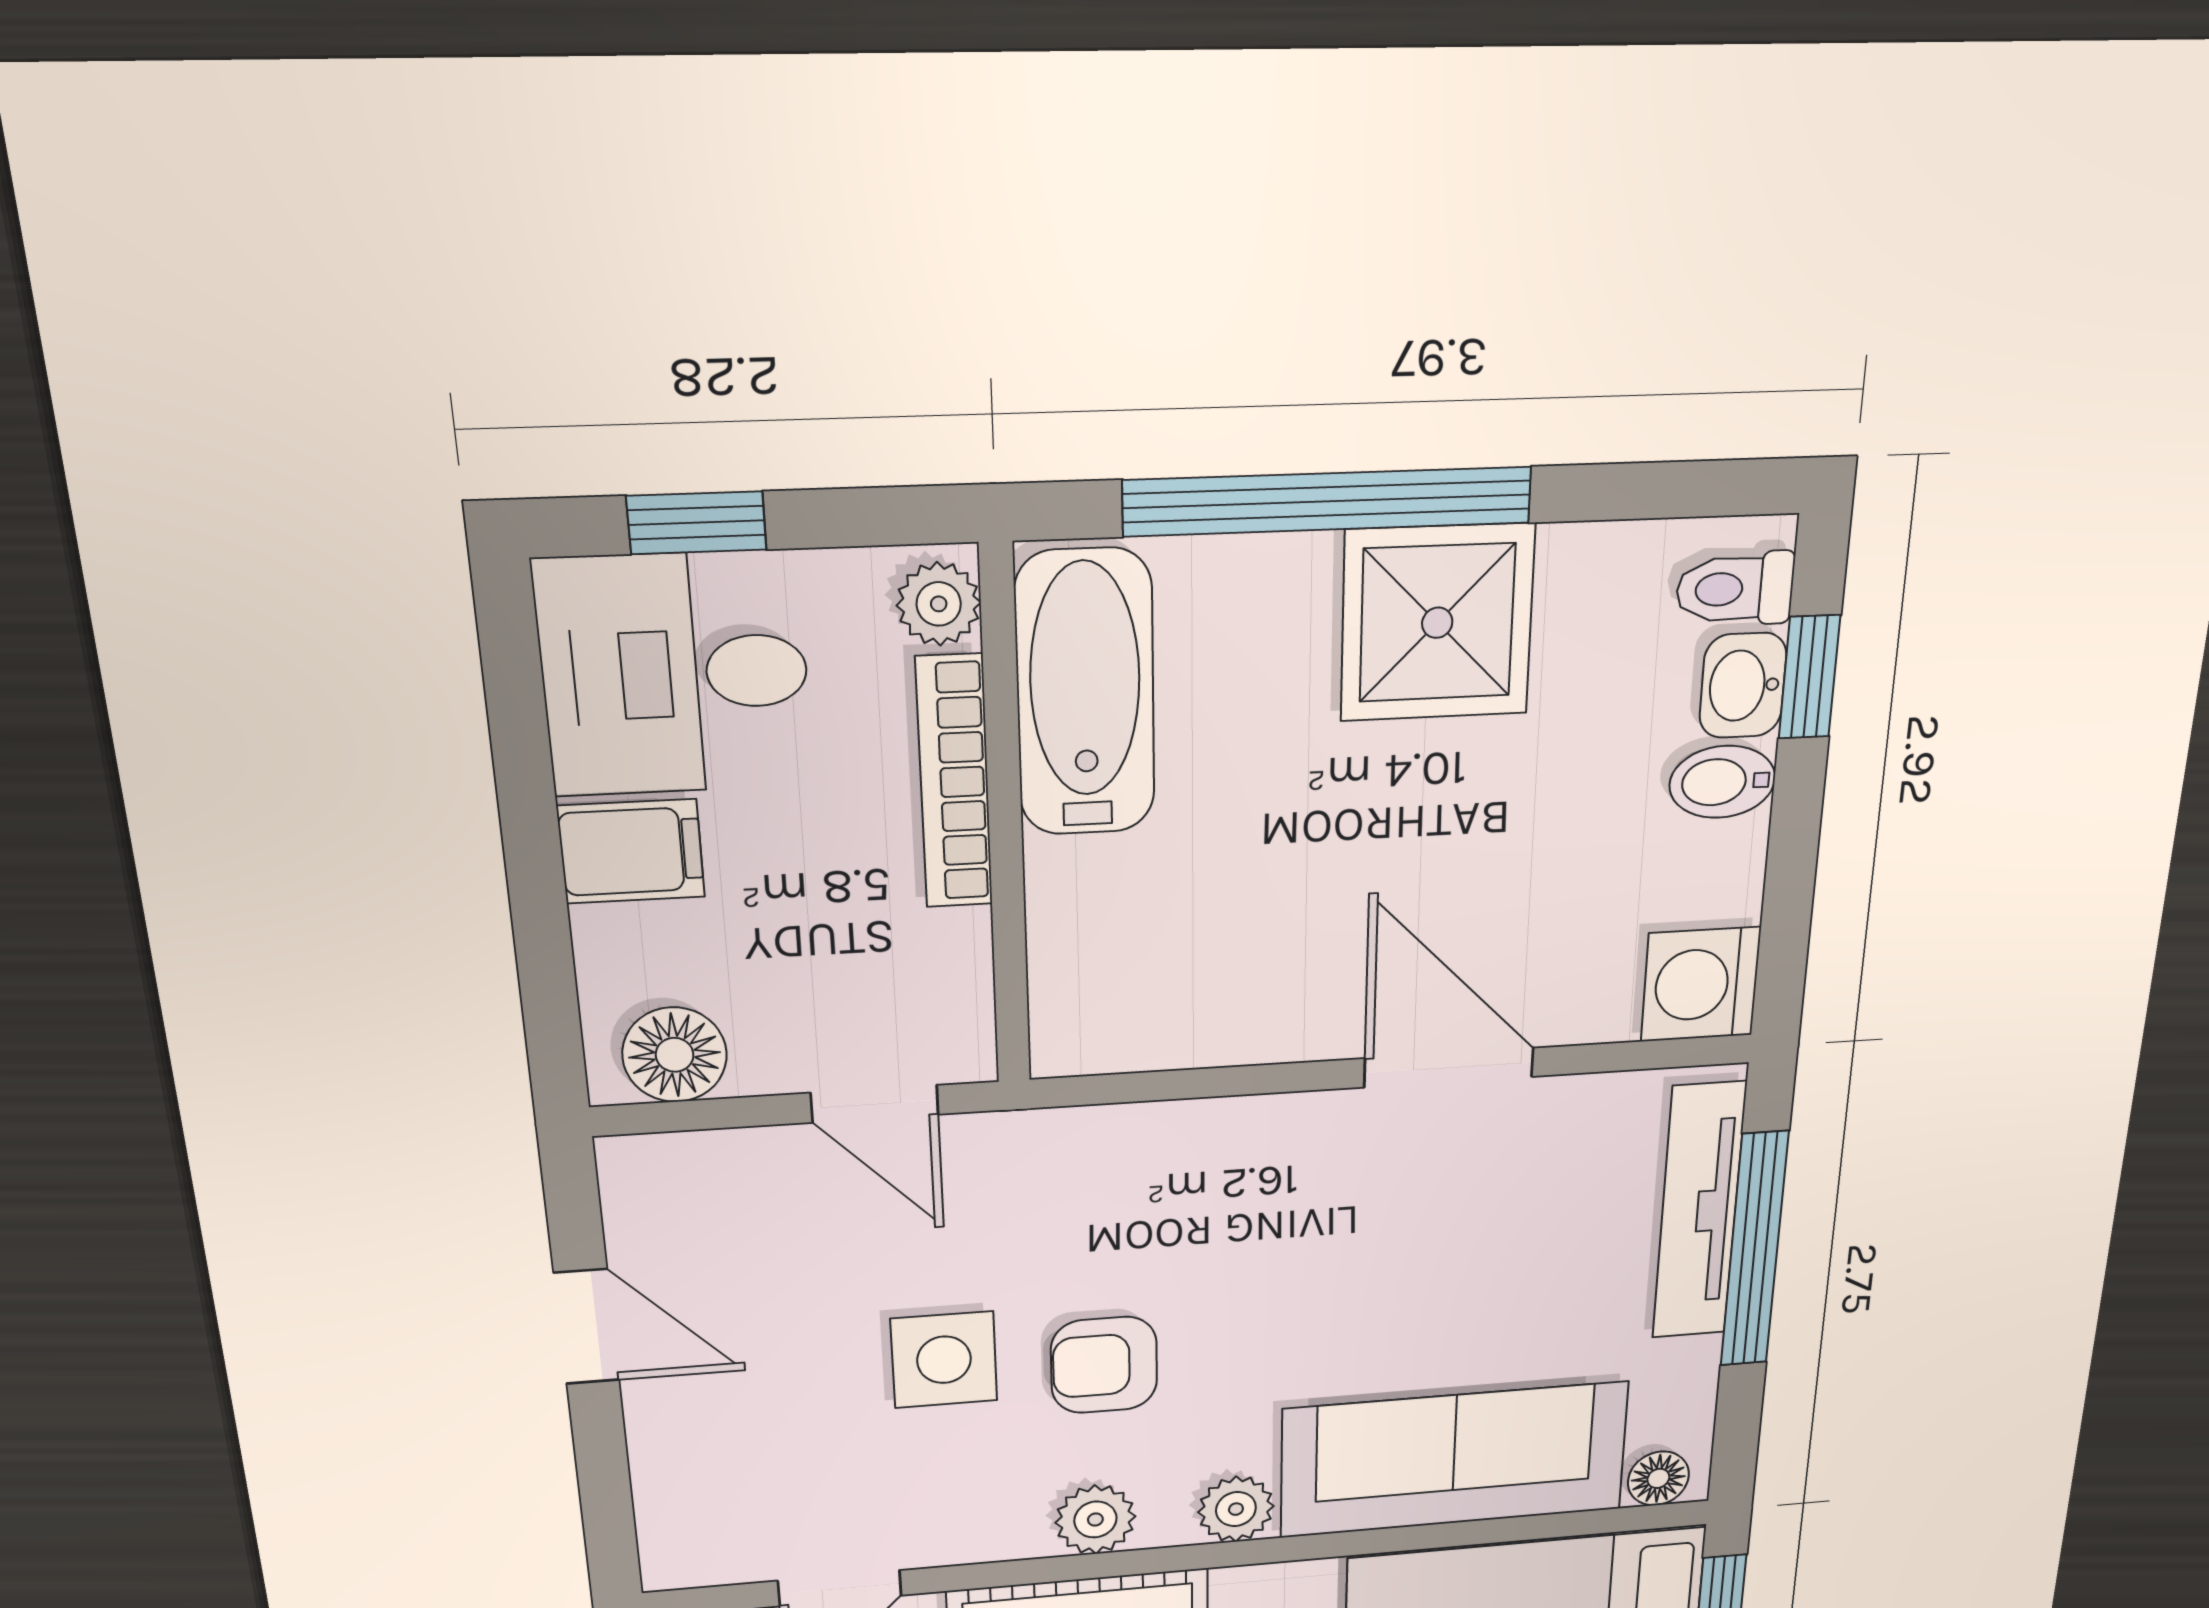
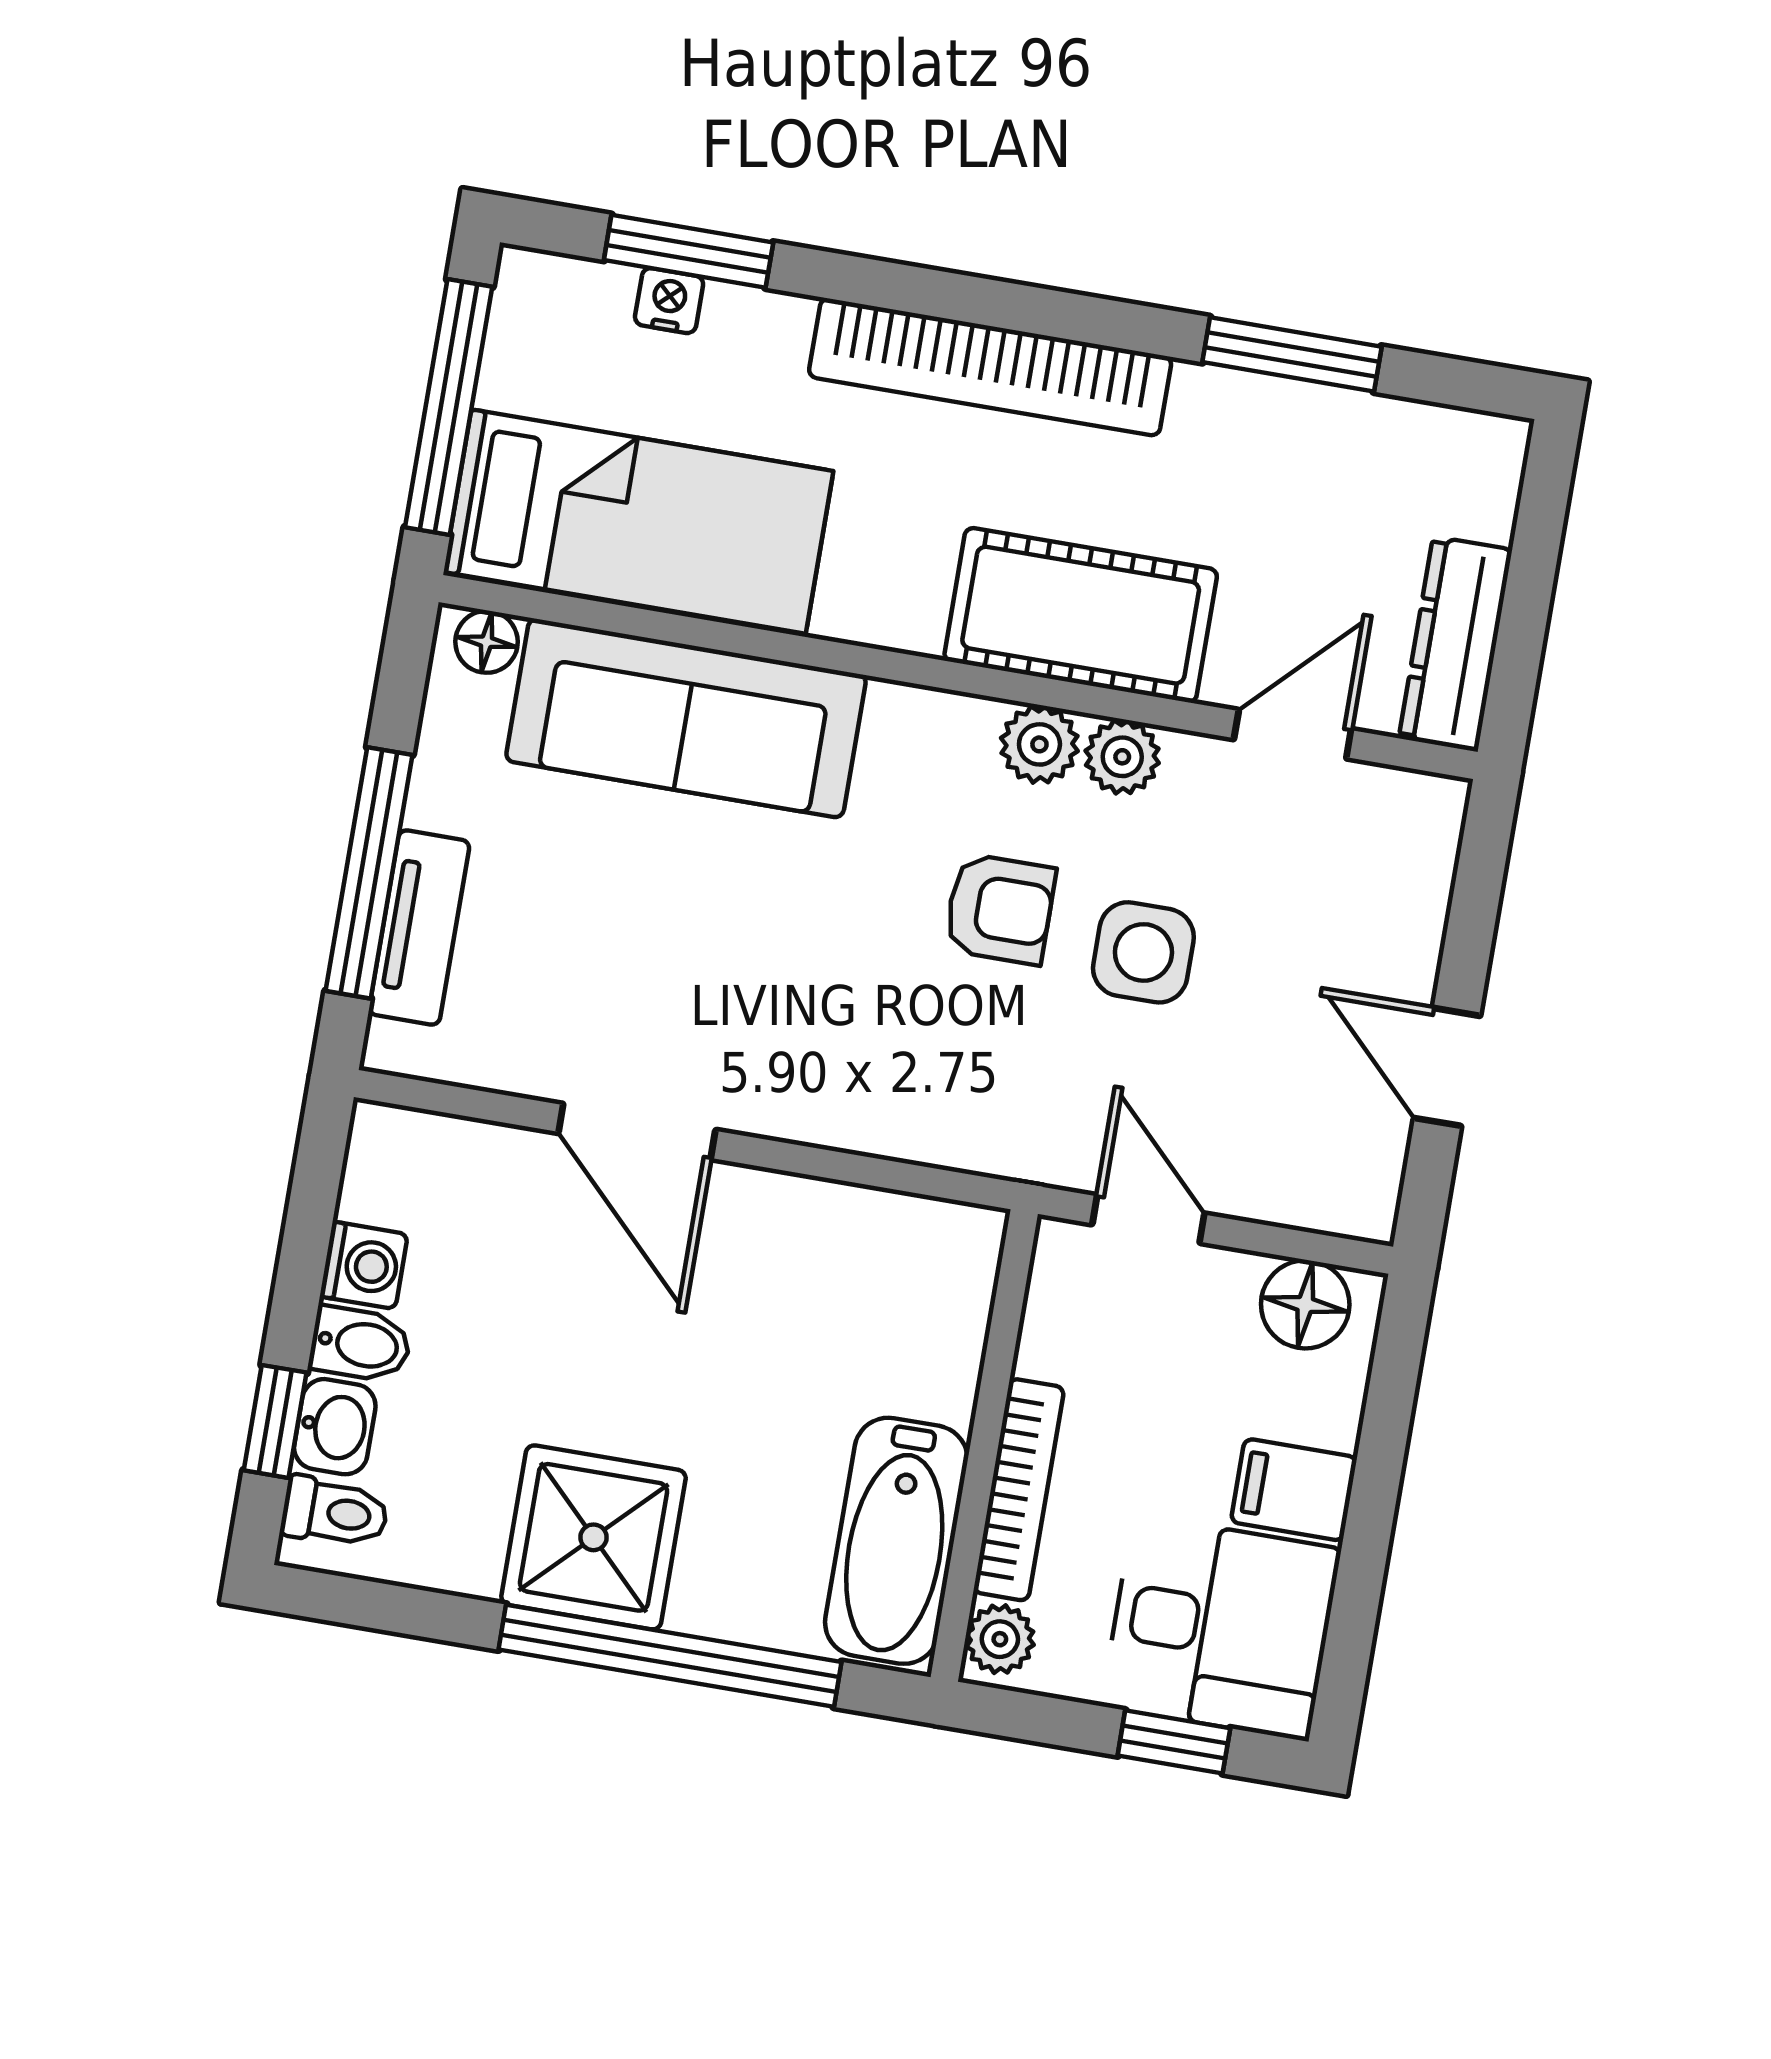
washing machine: (1701, 984) -> (364, 1265), moved, width x0.73, depth x0.73
tv unit: (1699, 1211) -> (419, 928), width x0.71
plant: (1236, 1509) -> (1122, 757), moved

